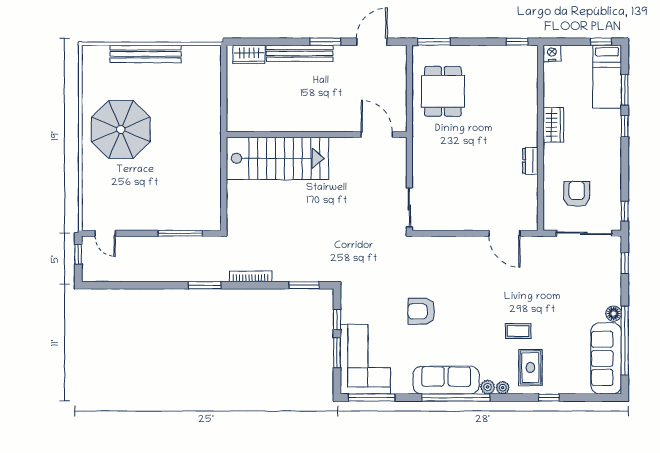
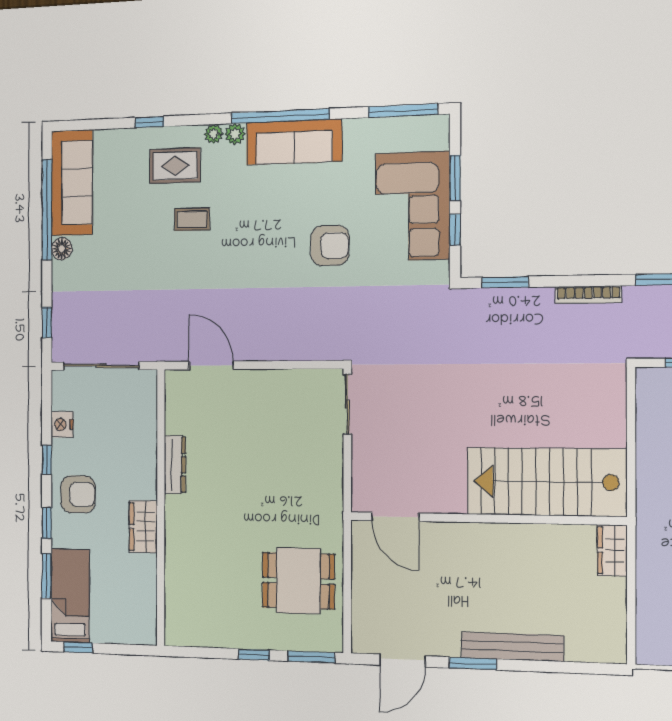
window: (517, 42) -> (254, 655), moved
nightstand: (552, 53) -> (62, 424), moved, turned 90
wardrobe: (249, 54) -> (612, 550), moved, turned -90
dining table: (443, 91) -> (298, 581), turned 90
dresser: (530, 161) -> (175, 465), width x1.44
armchair: (577, 194) -> (78, 494), moved, turned -90
window: (625, 211) -> (47, 460), moved
corner sofa: (365, 359) -> (412, 206), moved
rug: (530, 367) -> (175, 166), turned 90

